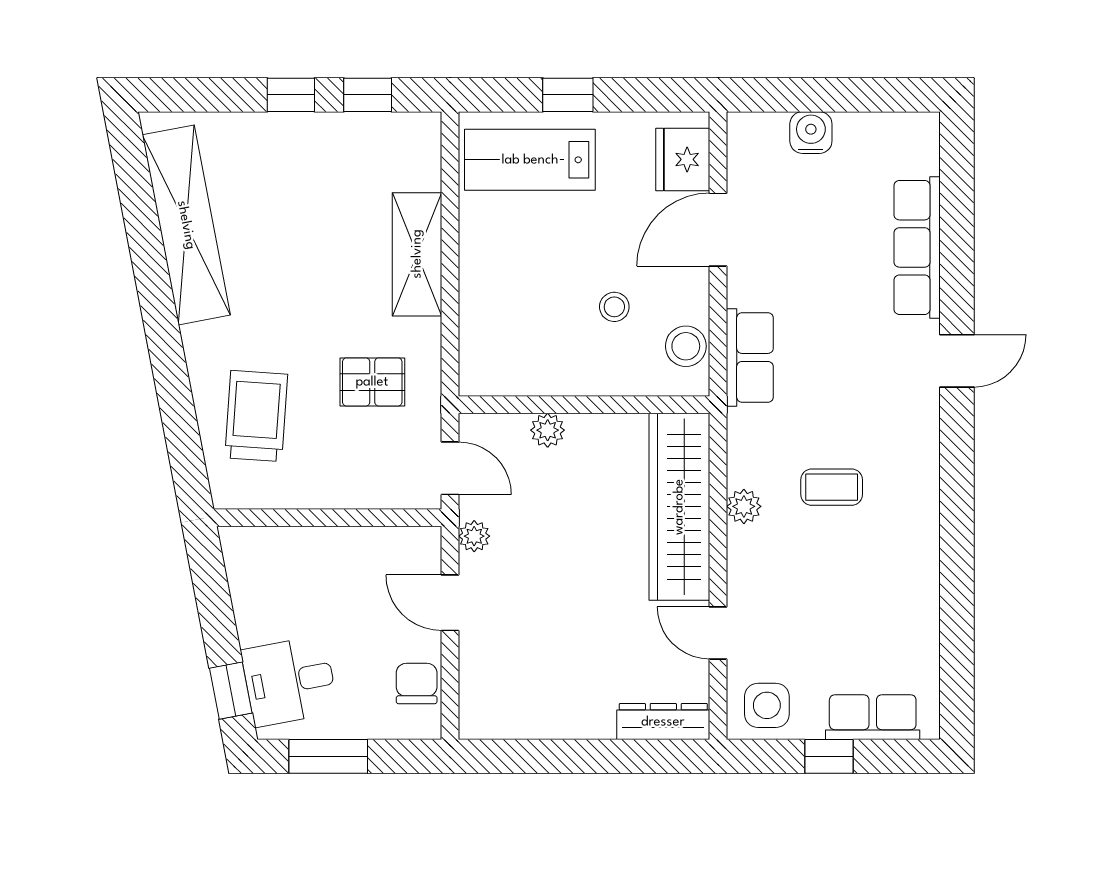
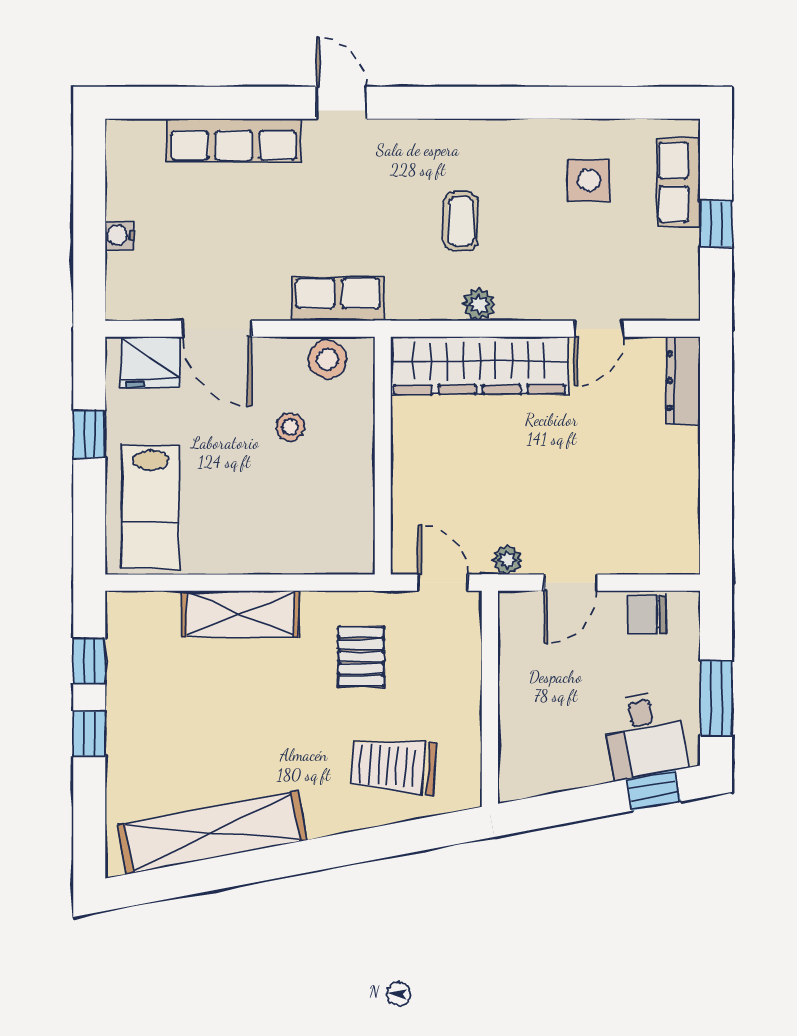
window: (568, 95) -> (89, 434), moved
water cooler: (811, 133) -> (119, 235), width x0.72, depth x0.72
plant: (548, 430) -> (407, 490), removed
door: (450, 468) -> (443, 583), hinge flipped
side table: (767, 705) -> (589, 180), moved

